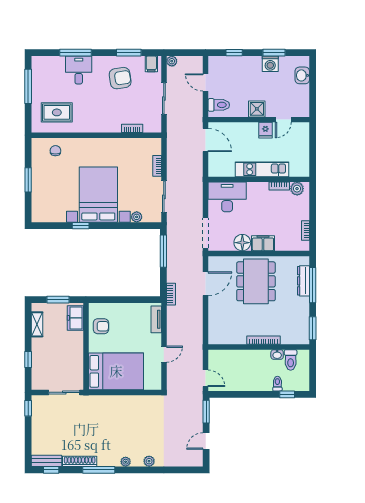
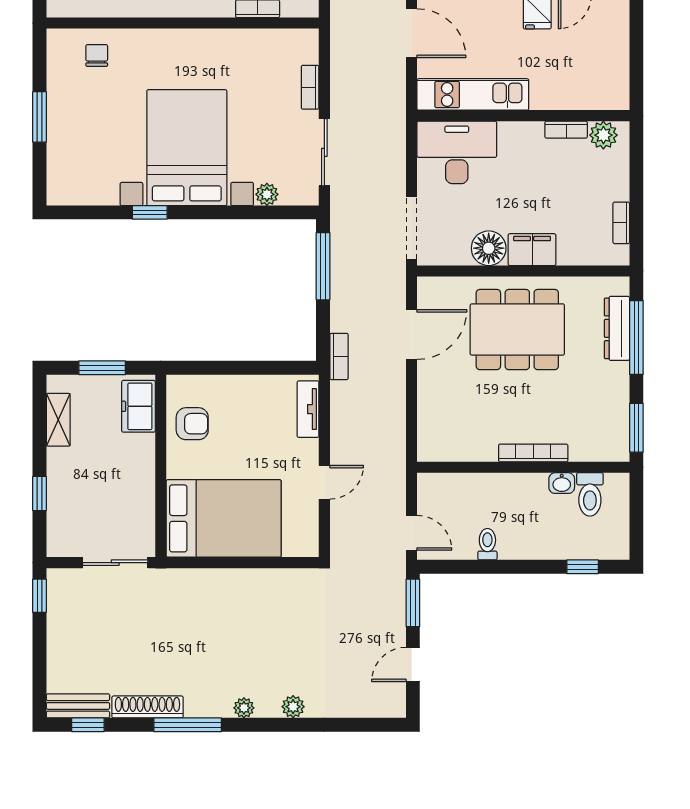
kitchen unit: (262, 169) -> (473, 94), moved
dining table: (256, 281) -> (517, 330), turned 90
toilet: (277, 384) -> (487, 544), moved

